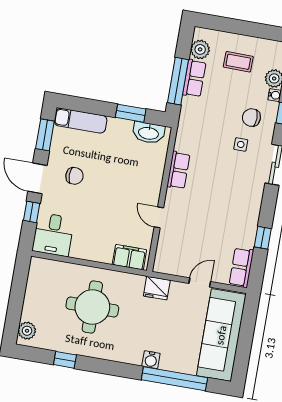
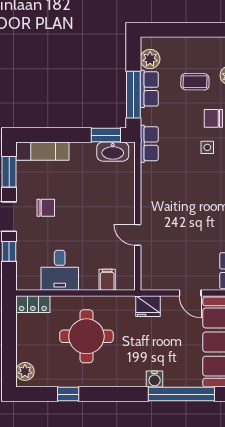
coffee table: (238, 62) -> (195, 82), moved
window: (131, 113) -> (106, 135), moved
row of seats: (178, 170) -> (149, 144), moved
desk: (53, 235) -> (60, 270), moved
filing cabinet: (129, 257) -> (107, 280), width x0.50
locker: (46, 267) -> (33, 304), added
door: (200, 282) -> (190, 293), swing flipped

